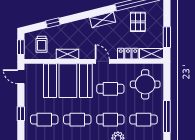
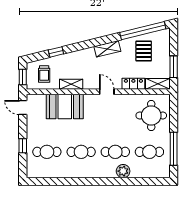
booth: (68, 81) -> (65, 106), width x0.73, depth x0.70
cafe table: (110, 89) -> (115, 120), removed

